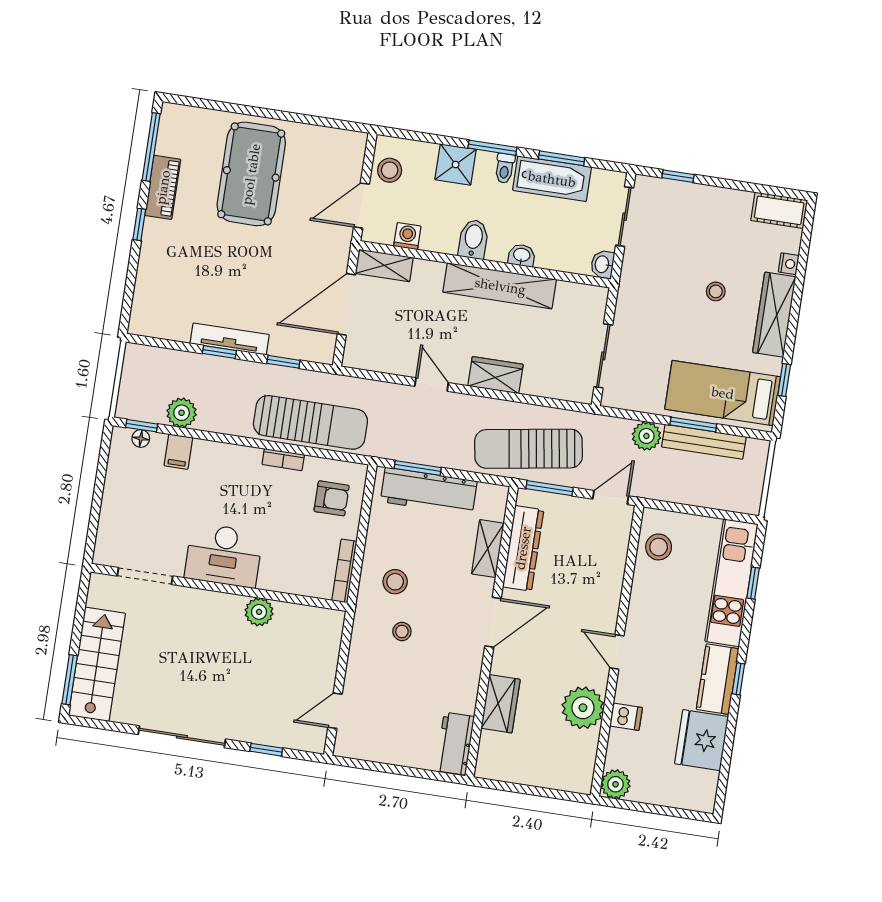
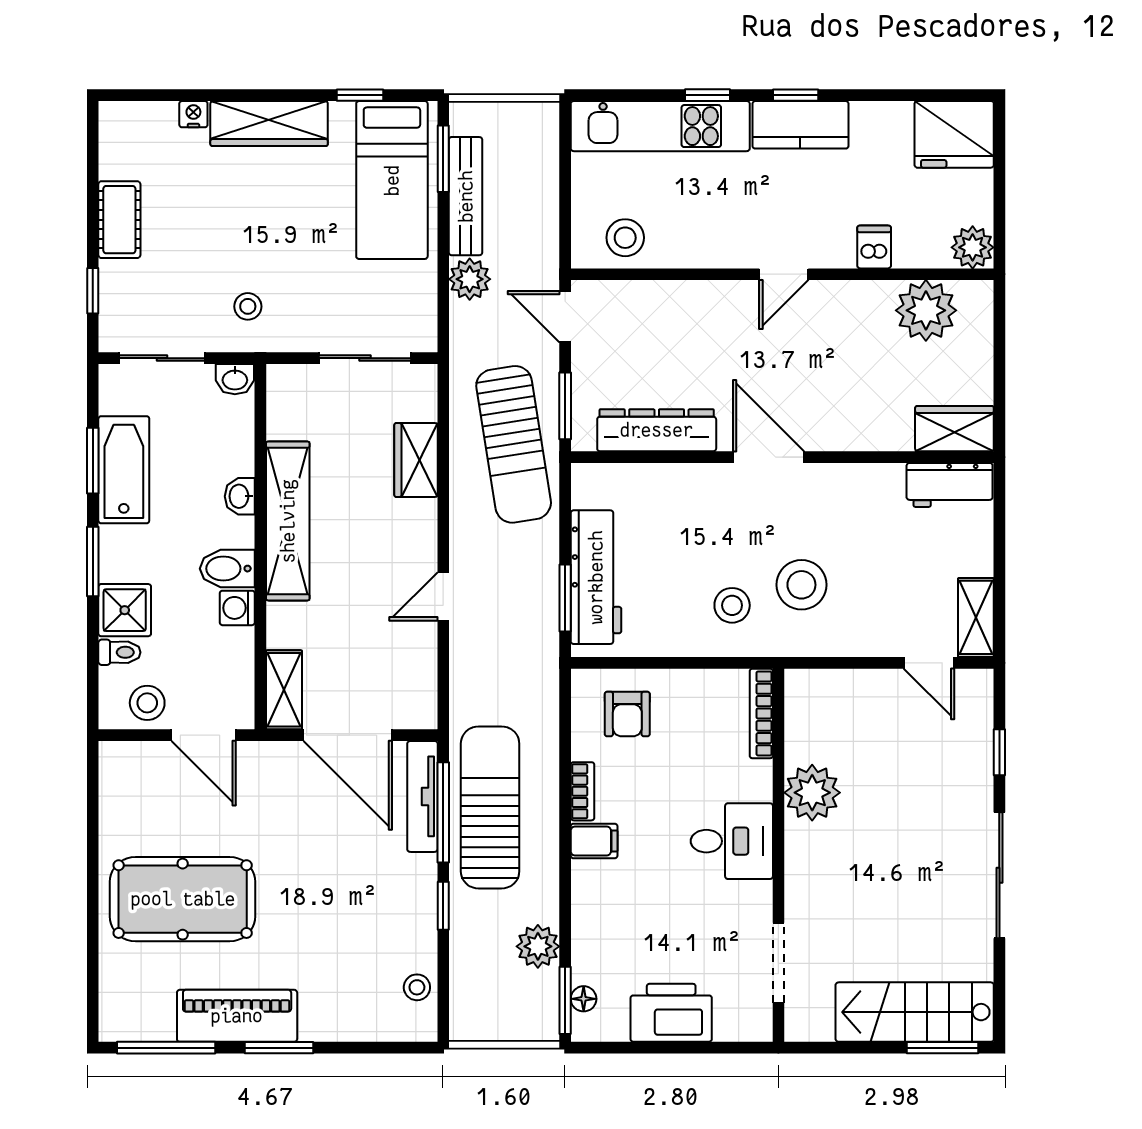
toilet: (505, 168) -> (119, 652), moved
piano: (163, 187) -> (237, 1016), width x1.37, depth x1.33
cot: (779, 210) -> (119, 220), moved
window: (139, 224) -> (279, 1048), width x1.50
washing machine: (407, 236) -> (237, 608), moved
stool: (716, 291) -> (248, 306), moved
stool: (166, 325) -> (417, 987), added
tv unit: (230, 339) -> (422, 796), moved
window: (283, 362) -> (443, 812), width x2.17
wardrobe: (495, 375) -> (416, 460), moved
sun lounger: (310, 422) -> (490, 807), moved
window: (693, 425) -> (443, 159), moved
window: (142, 426) -> (565, 1000), width x1.50
filing cabinet: (178, 452) -> (594, 841), moved
printer: (122, 497) -> (671, 1013), added
armchair: (332, 498) -> (627, 714), turned 180
shelving: (488, 549) -> (976, 617), moved, turned 90
desk: (224, 555) -> (732, 841), width x0.73
bookcase: (344, 571) -> (761, 713), moved, turned 90
window: (753, 583) -> (707, 95), moved
plant: (259, 612) -> (812, 793), width x1.36, depth x1.36
stool: (402, 631) -> (801, 585), width x1.89, depth x1.89
wardrobe: (501, 704) -> (954, 429), moved
plant: (583, 708) -> (926, 310), moved
fridge: (702, 740) -> (954, 134), moved

